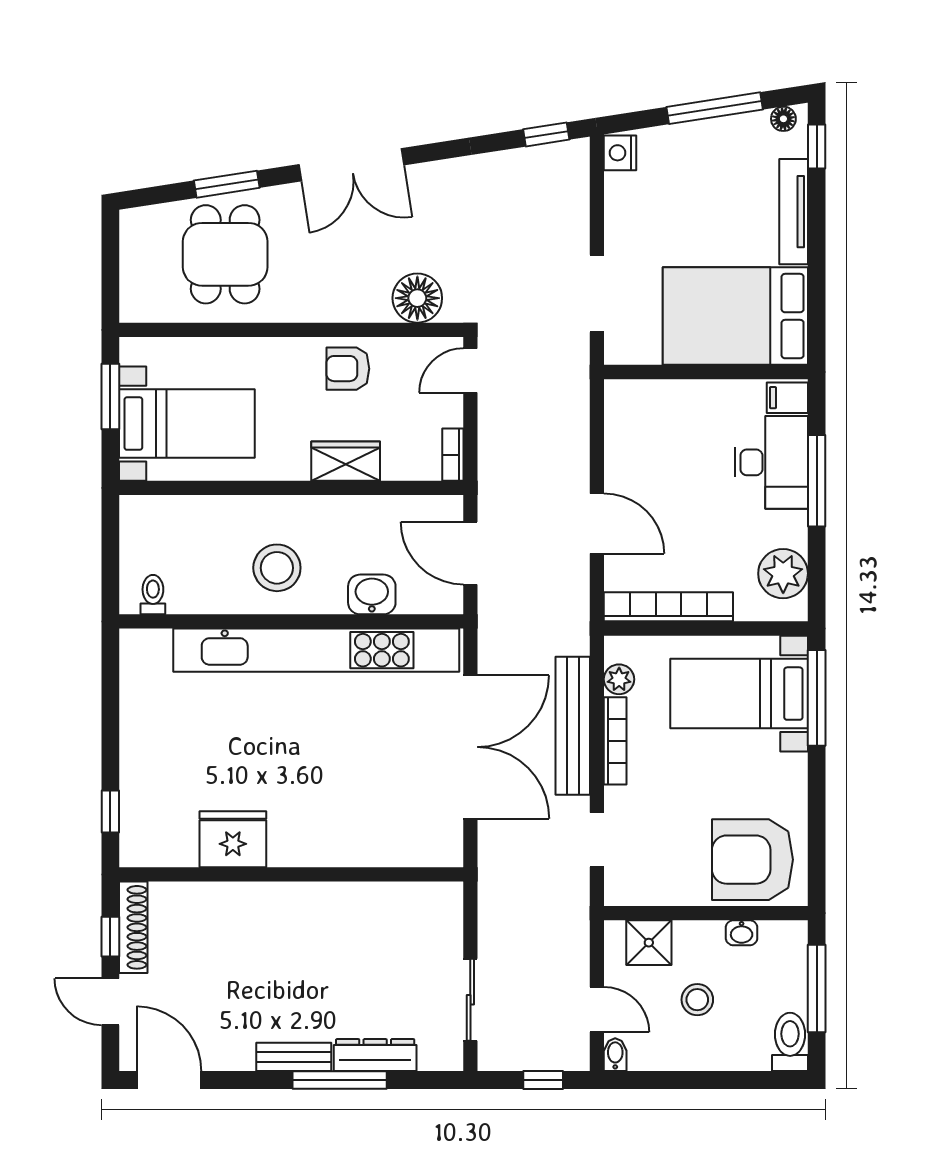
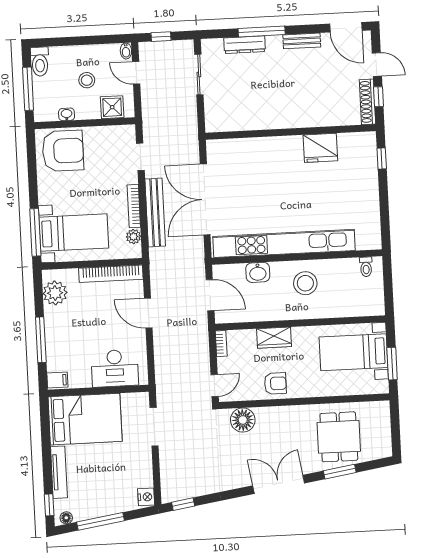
desk: (771, 462) -> (115, 368), moved, turned -90
bench: (294, 1057) -> (302, 41), moved

